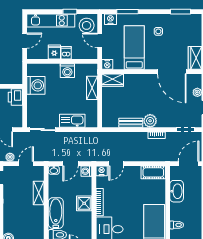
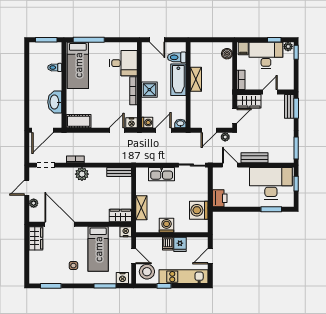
bench: (131, 123) -> (119, 172), moved
shelving: (39, 193) -> (196, 79), moved

